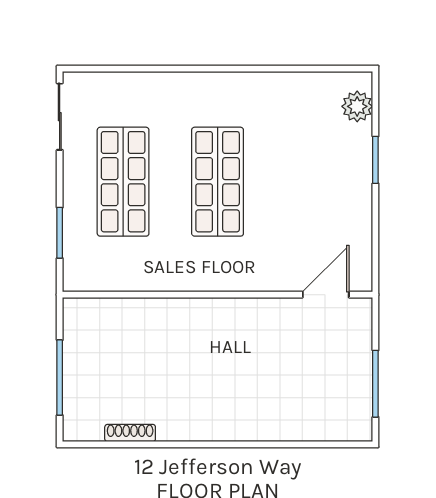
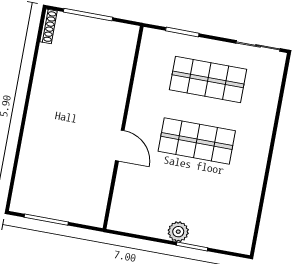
plant: (357, 106) -> (178, 232), moved
door: (326, 295) -> (120, 146), moved
shoe rack: (130, 433) -> (48, 26), moved

